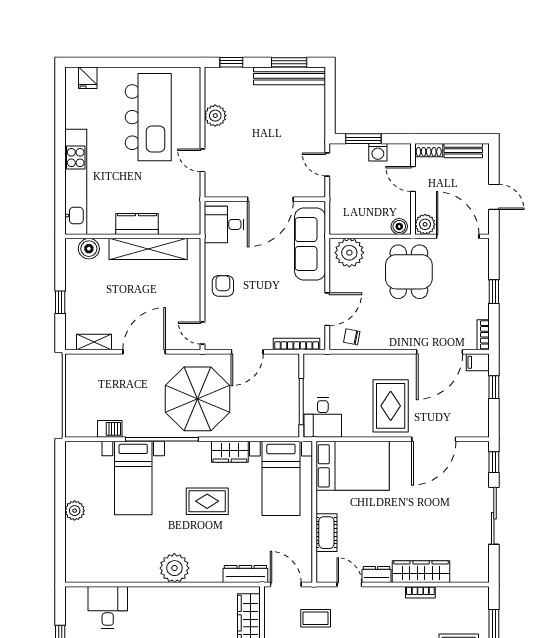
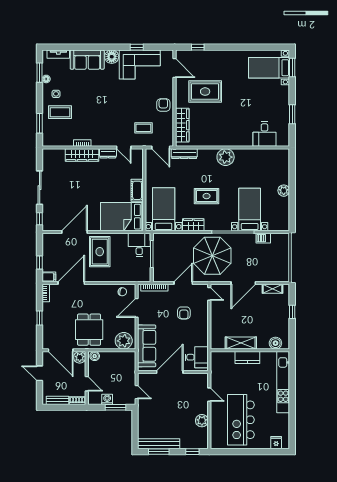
shelving: (148, 249) -> (241, 343), width x0.68
armchair: (223, 286) -> (184, 313), moved
cot: (326, 533) -> (137, 190), moved

